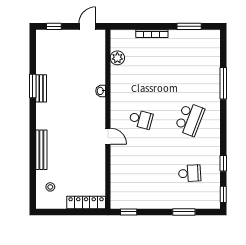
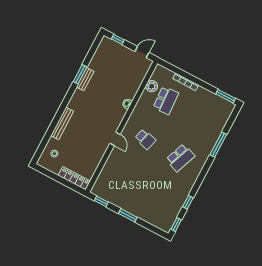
window: (189, 26) -> (226, 96), moved
school desk: (190, 173) -> (166, 100), moved, width x1.85
window: (184, 212) -> (128, 215), moved

